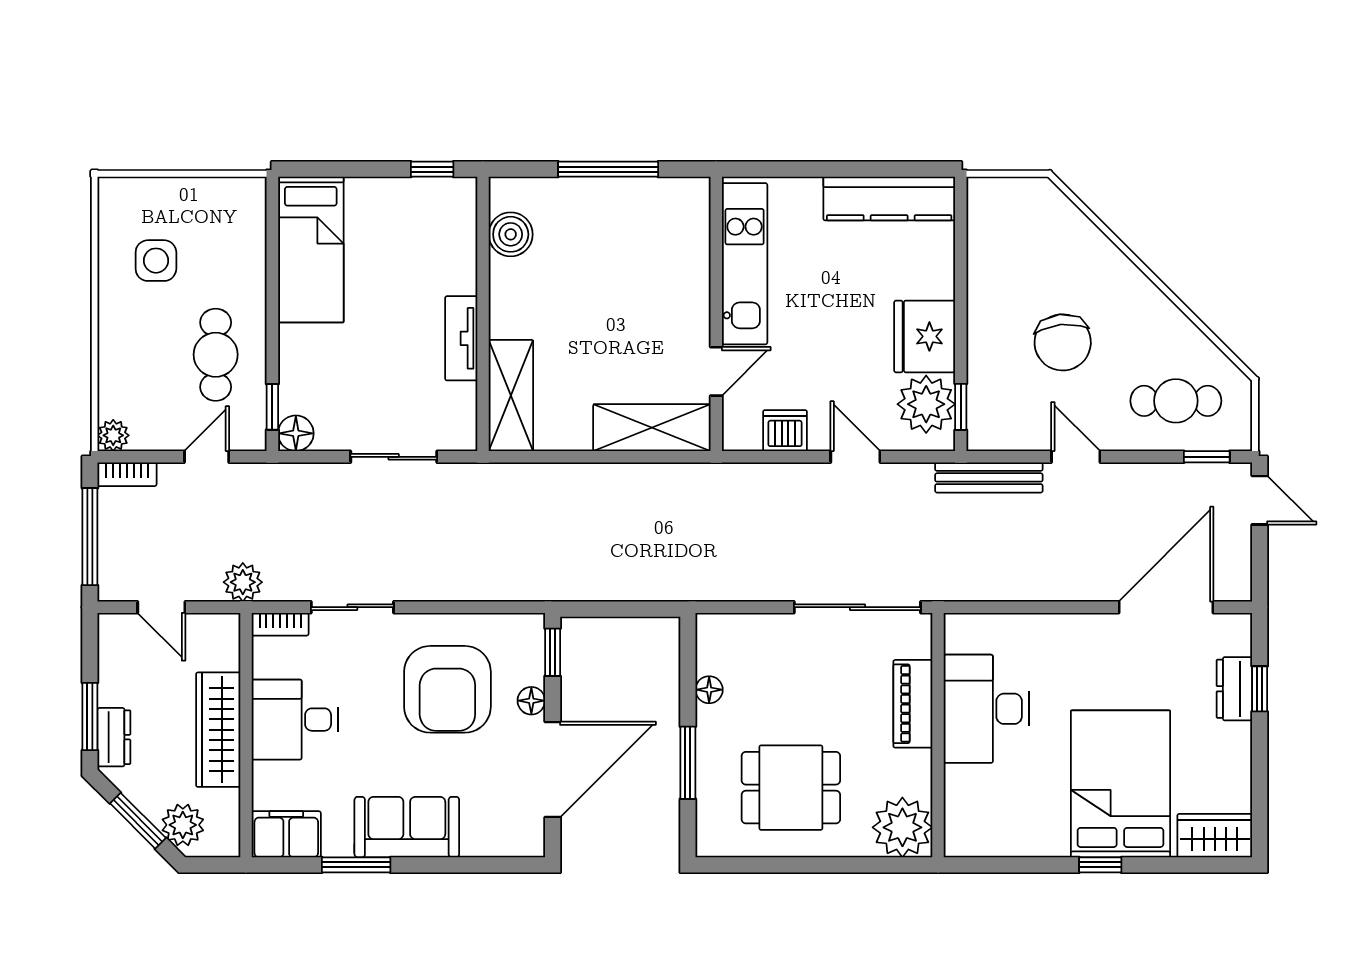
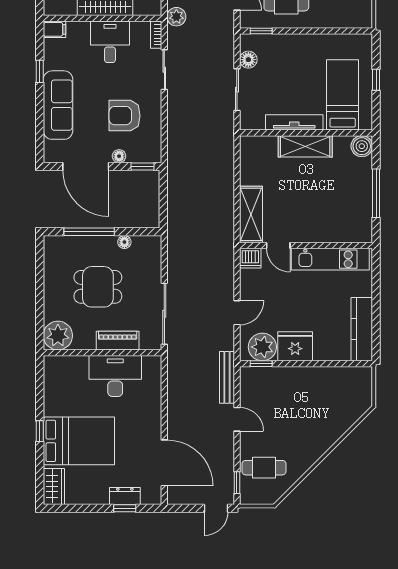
window: (432, 169) -> (376, 80), moved
boiler: (511, 234) -> (362, 146), moved
bed: (311, 249) -> (343, 95), moved, turned 90
tv unit: (461, 338) -> (294, 122), width x1.41
chair: (1063, 342) -> (292, 413), removed
shelving: (511, 395) -> (305, 146), moved
cafe table: (1176, 401) -> (264, 468), turned 90
dishwasher: (785, 431) -> (250, 258), moved, turned 90
floor lamp: (296, 433) -> (248, 60), moved
door: (1076, 457) -> (237, 419), hinge flipped
armchair: (447, 689) -> (125, 116), width x0.73, depth x0.73
window: (688, 763) -> (89, 232), width x1.44
dining table: (791, 788) -> (98, 287), moved, turned 90
sofa: (407, 827) -> (58, 105), width x1.36
filing cabinet: (286, 834) -> (55, 29), width x0.50
window: (356, 865) -> (40, 71), width x0.67

